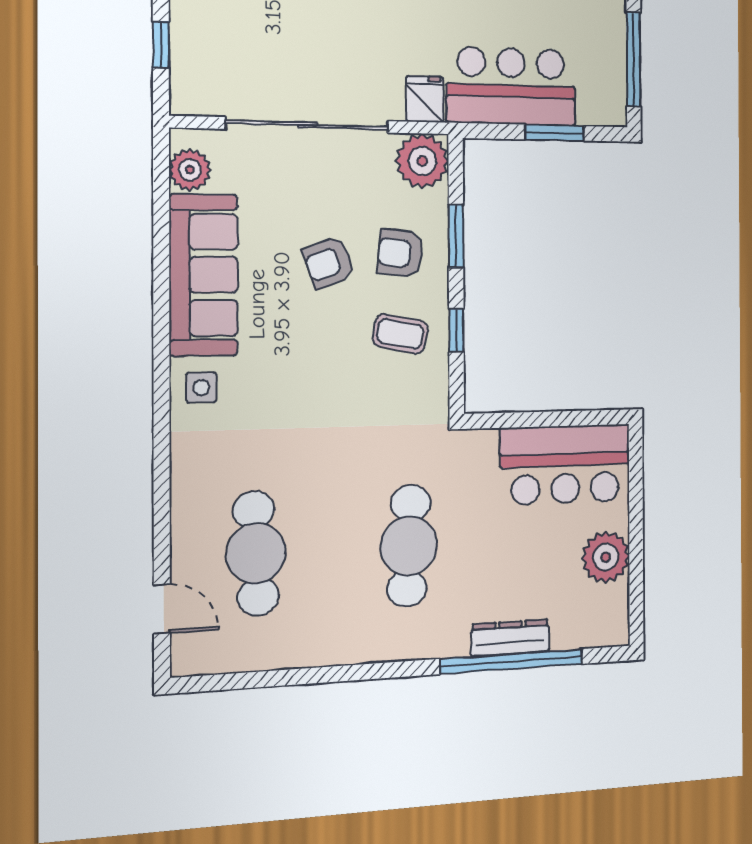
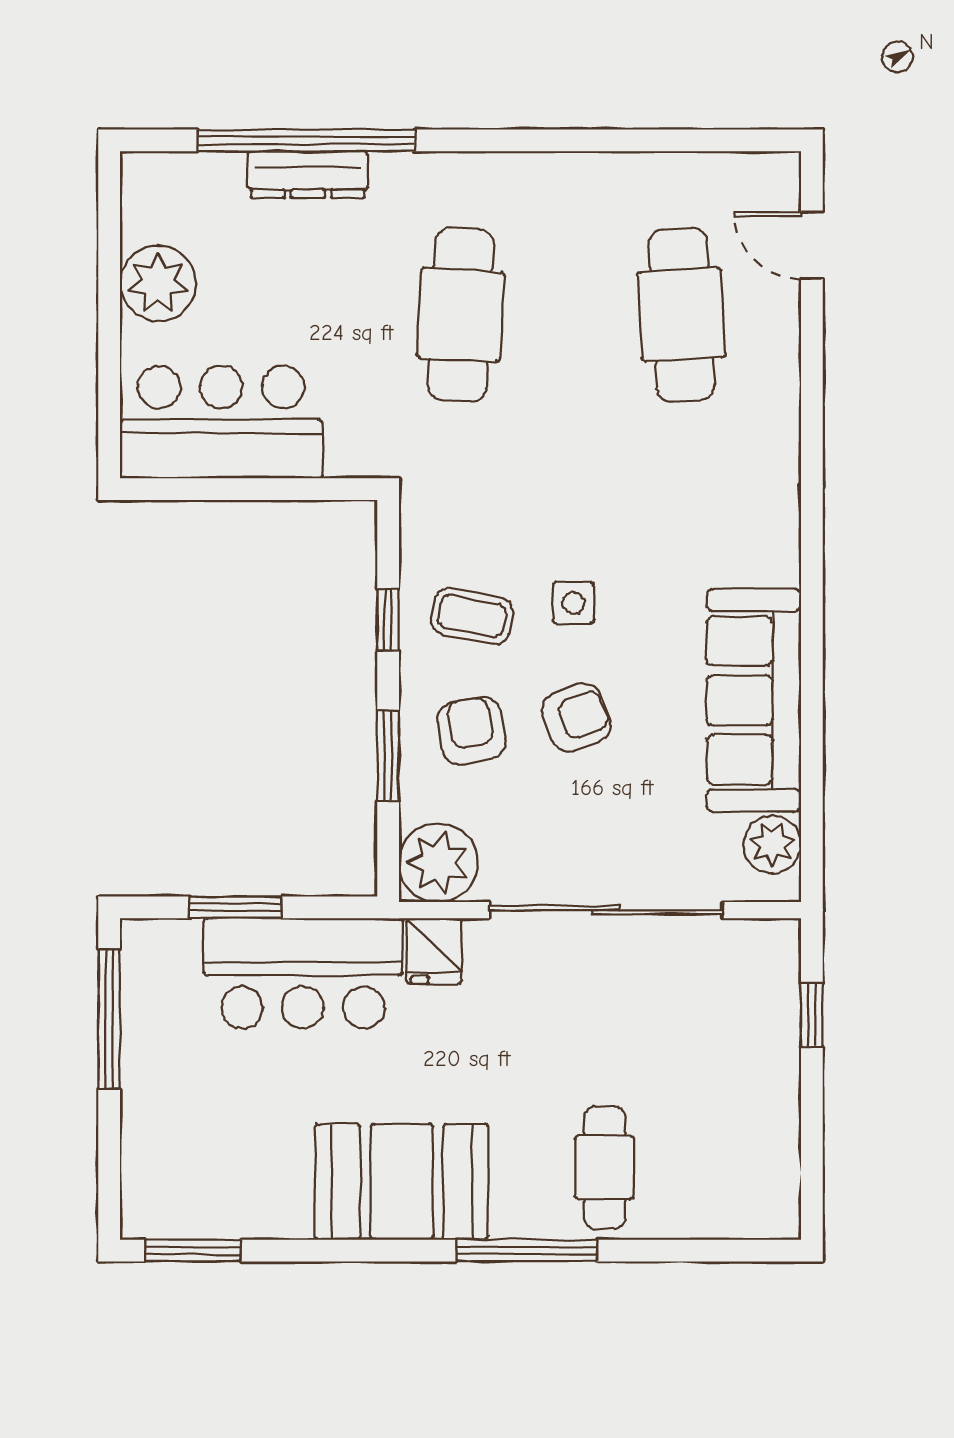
armchair: (400, 253) -> (471, 731), turned -106
side table: (201, 388) -> (574, 603), moved

